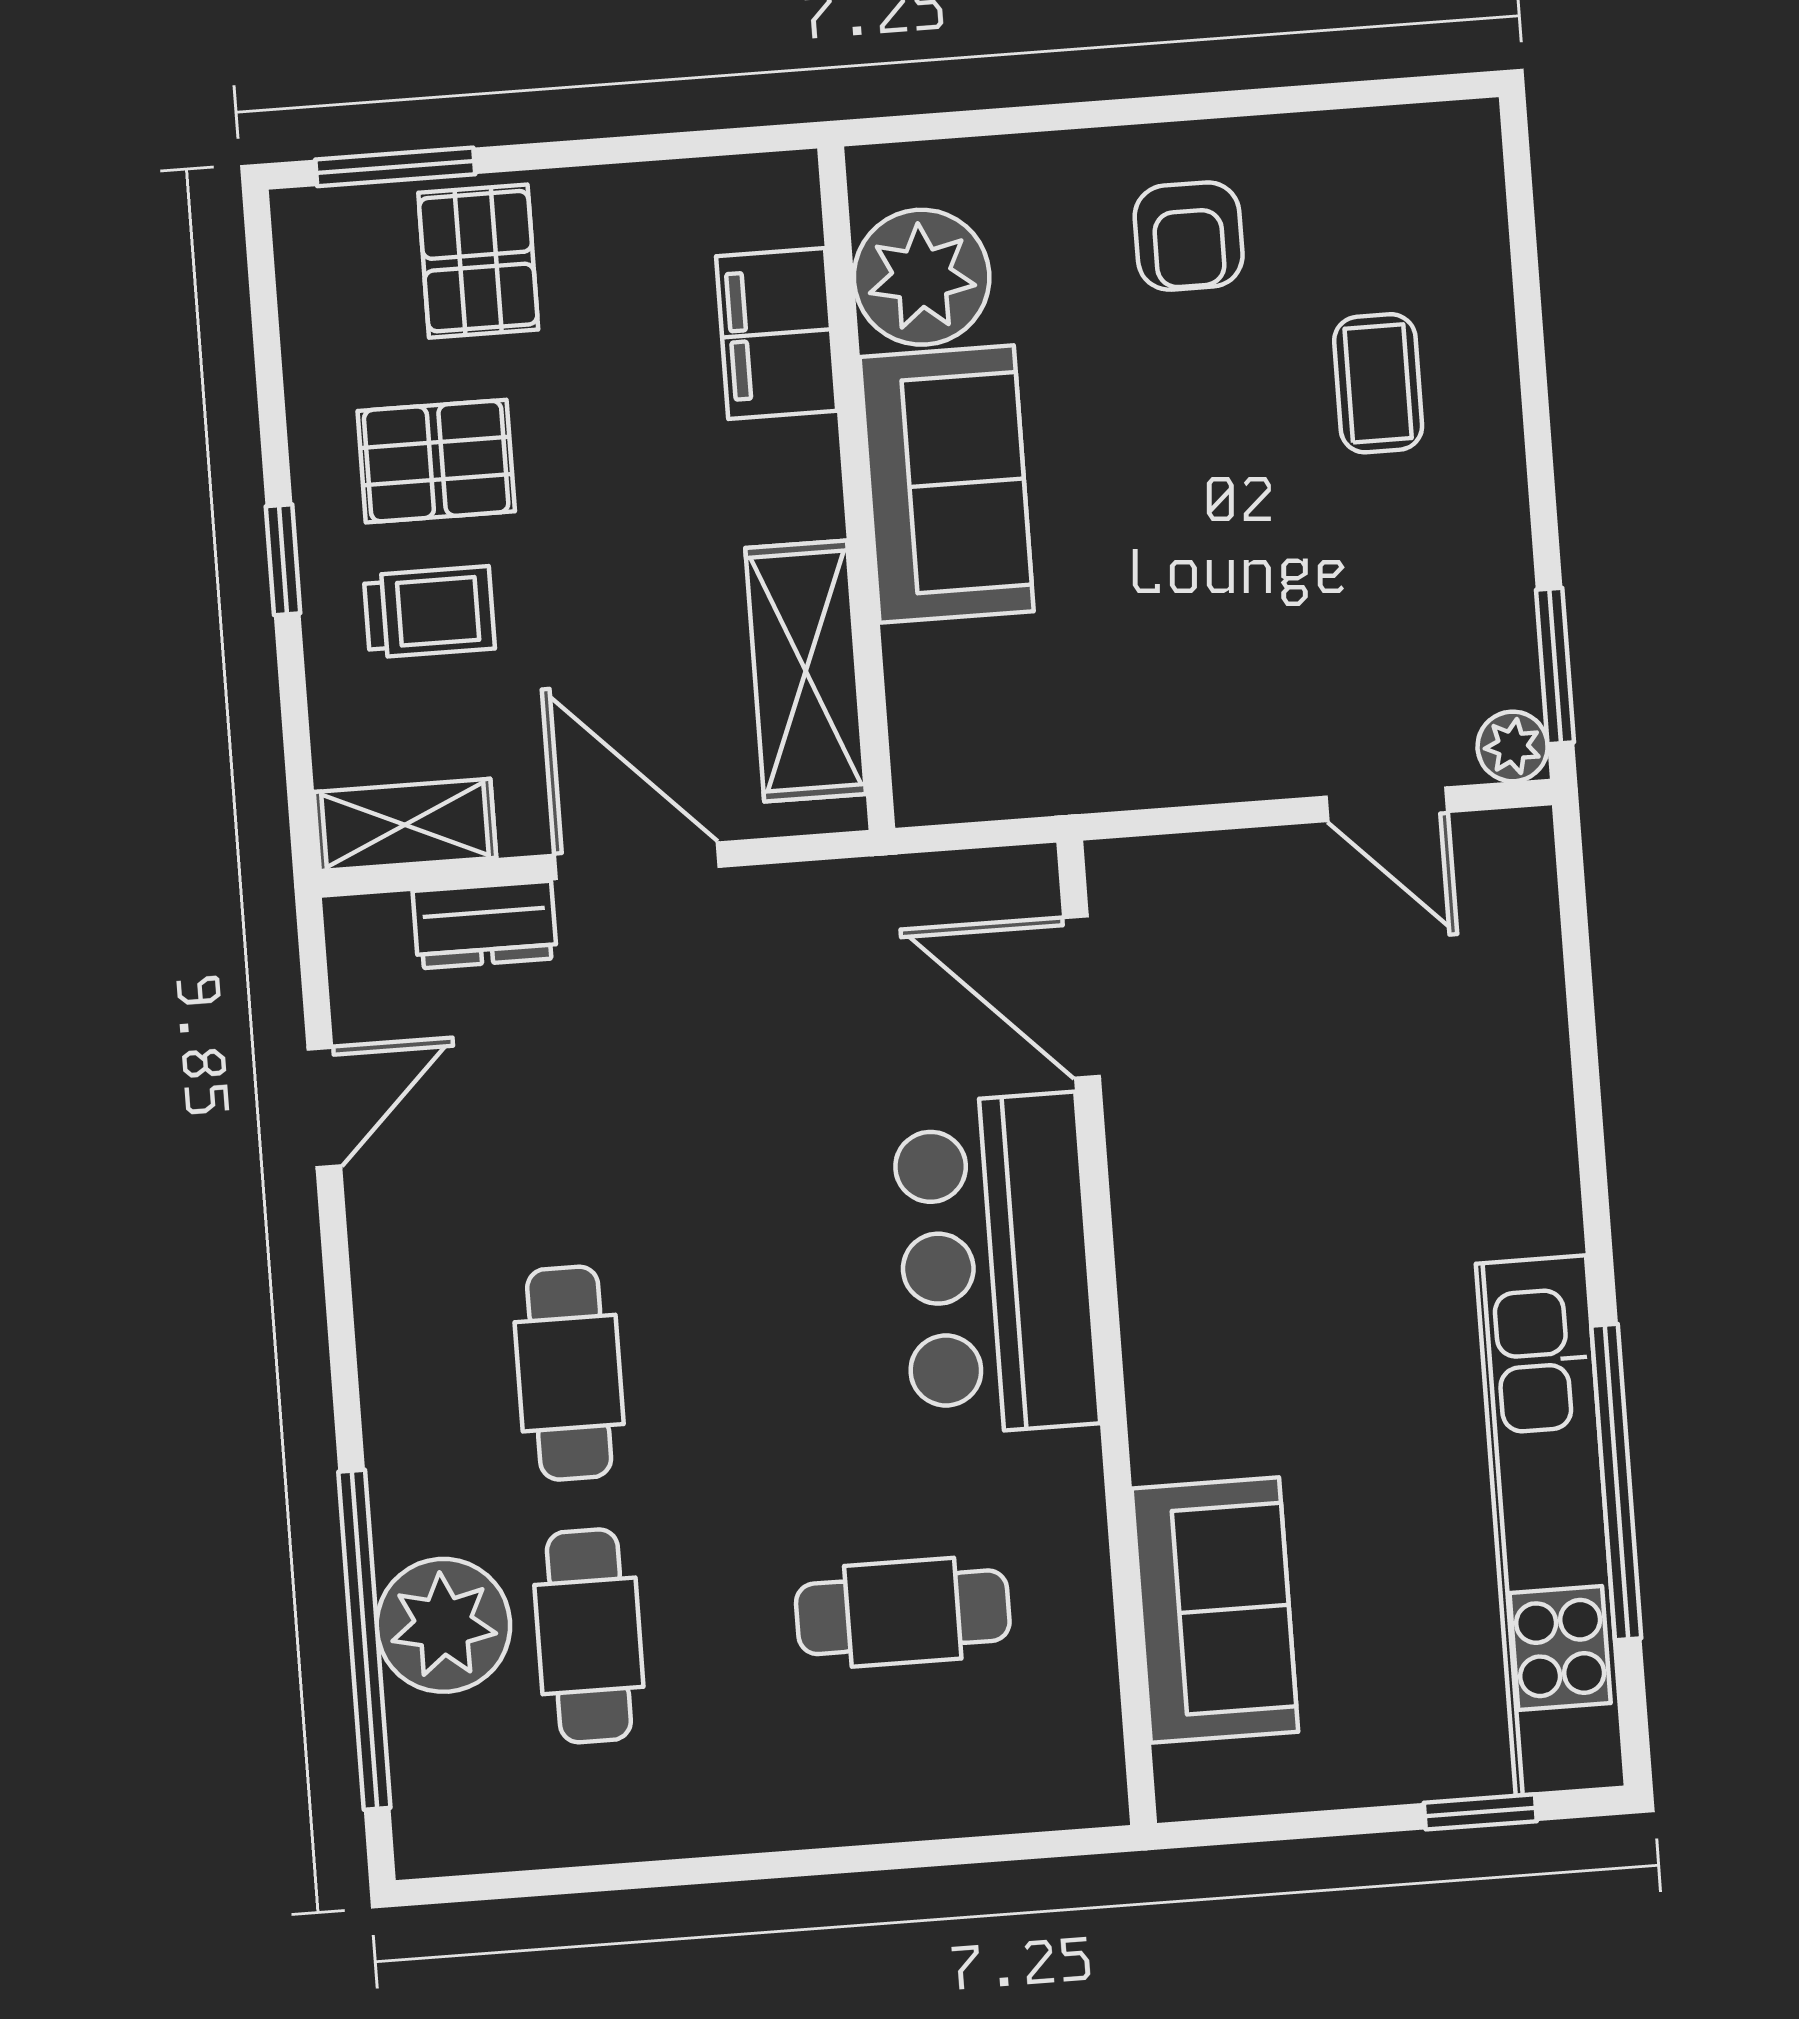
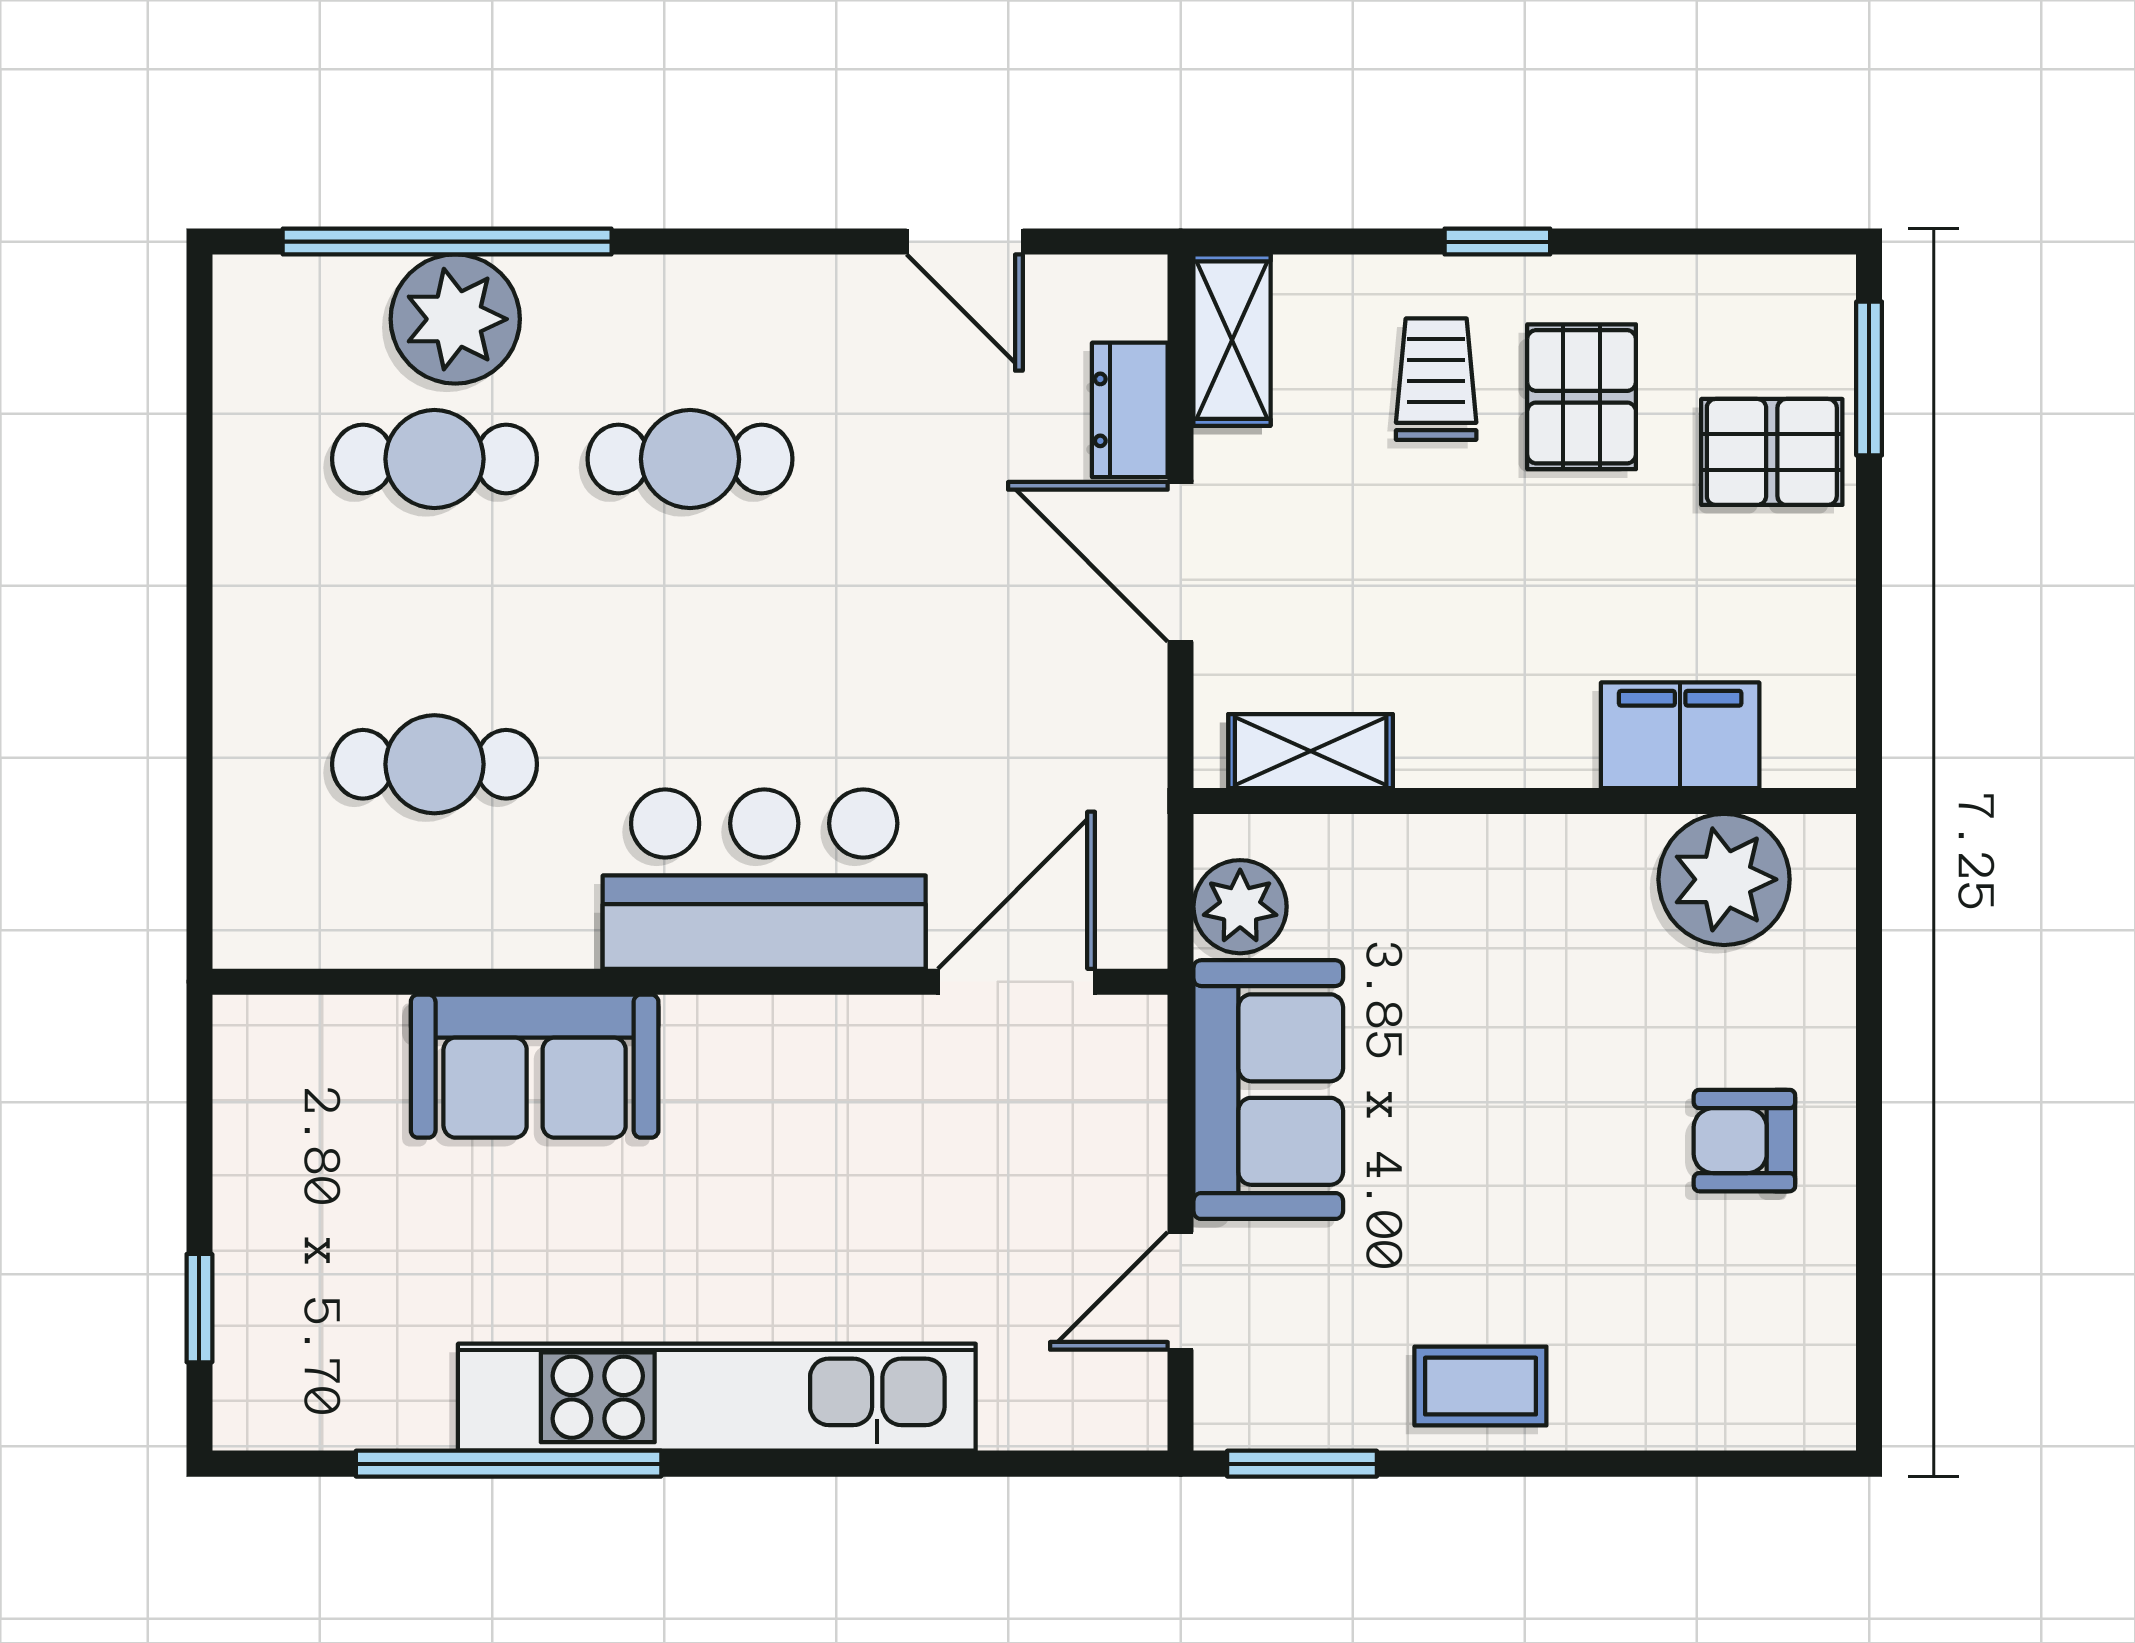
coffee table: (1378, 383) -> (1480, 1386), moved
sofa: (947, 484) -> (1268, 1090), moved, turned -90
trolley: (429, 612) -> (1436, 379), turned 180
shelving: (806, 671) -> (1311, 751), width x0.67, depth x0.75
plant: (1513, 746) -> (1240, 907), moved, width x1.38, depth x1.38
door: (637, 861) -> (1181, 562), swing flipped
kitchen unit: (1551, 1526) -> (717, 1397), moved
sofa: (1215, 1610) -> (535, 1066), moved
cafe table: (903, 1612) -> (434, 764), turned 90

